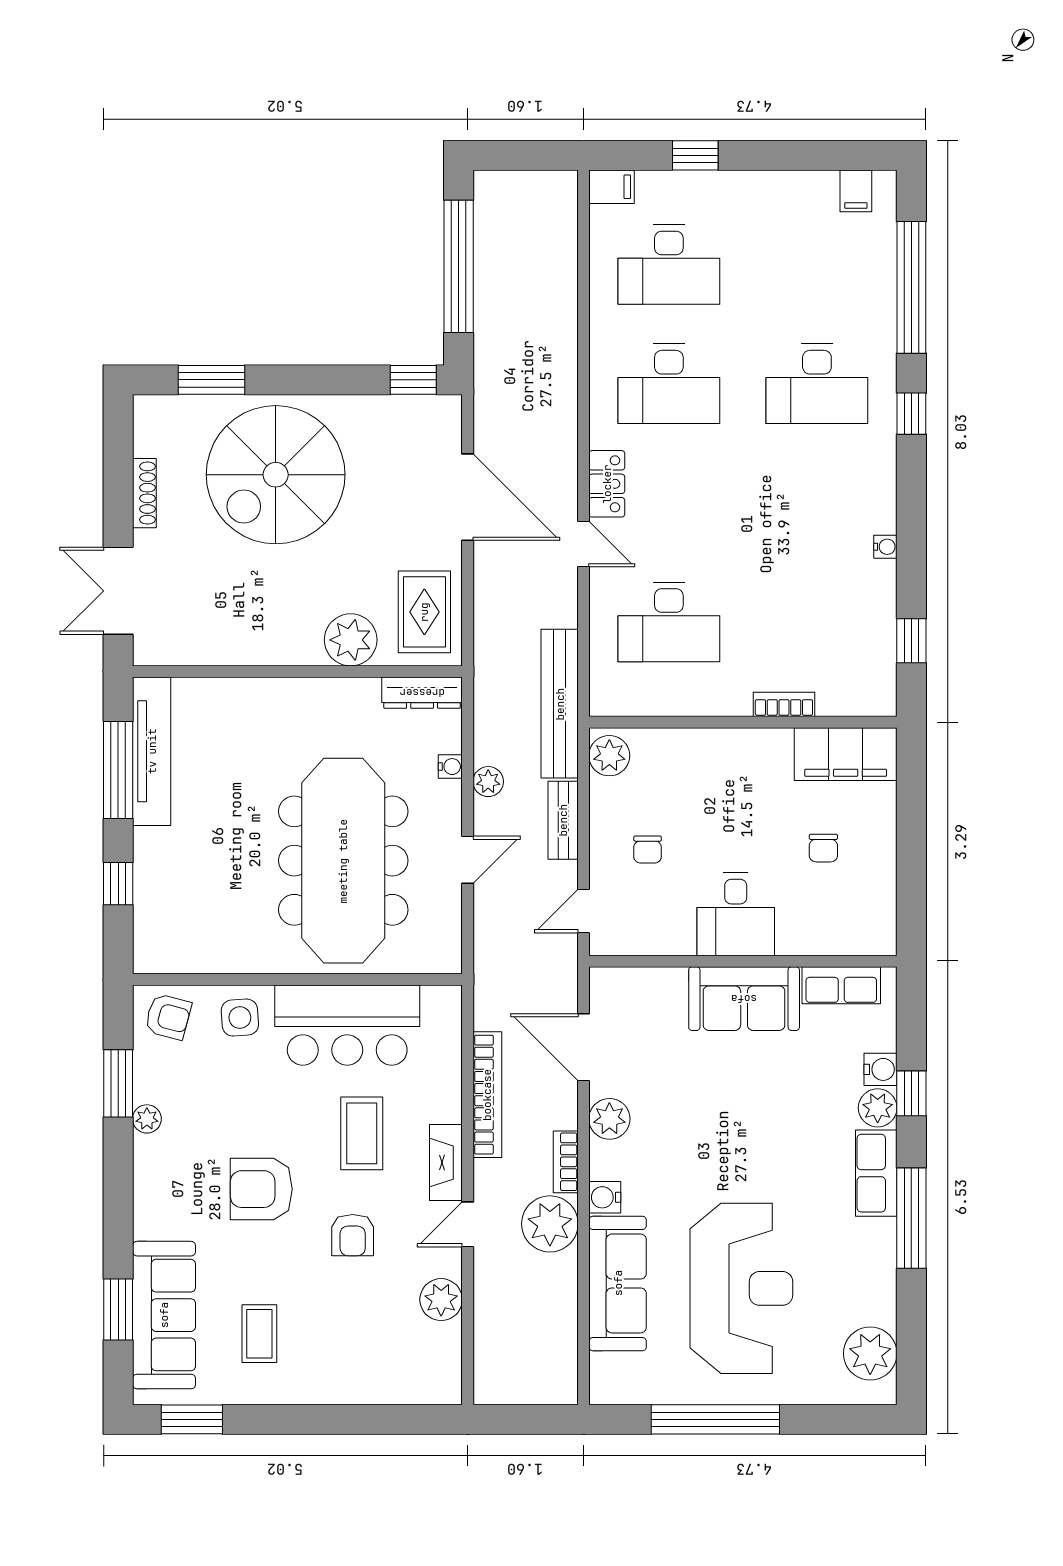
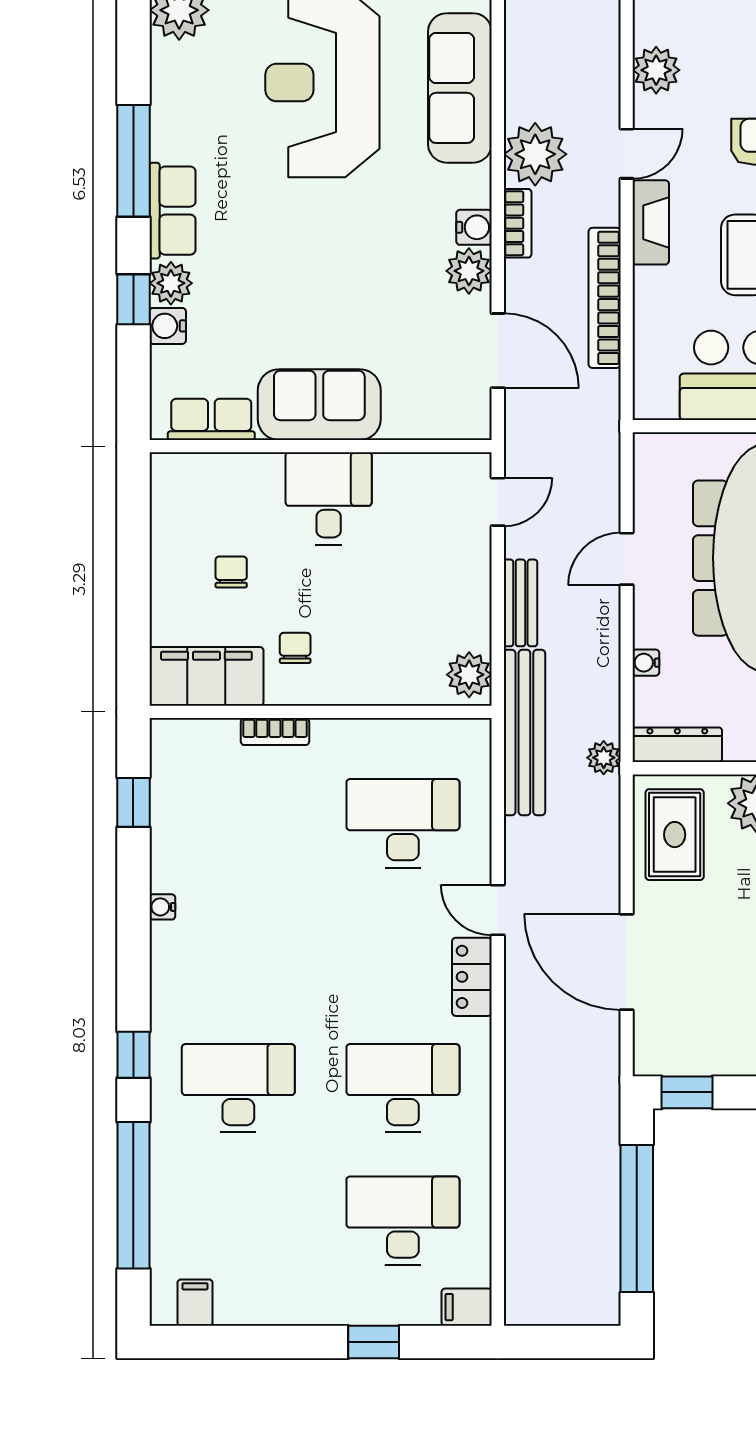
plant: (488, 782) -> (604, 758), moved
chair: (648, 849) -> (295, 648), moved
water cooler: (605, 1197) -> (474, 227), moved

